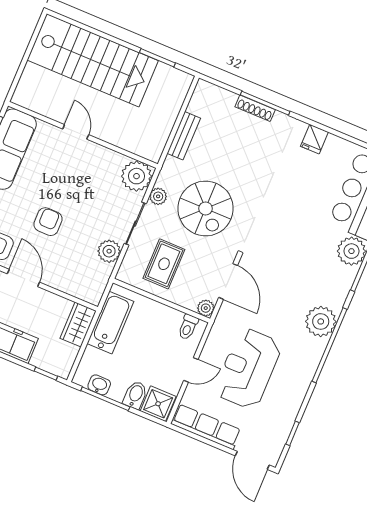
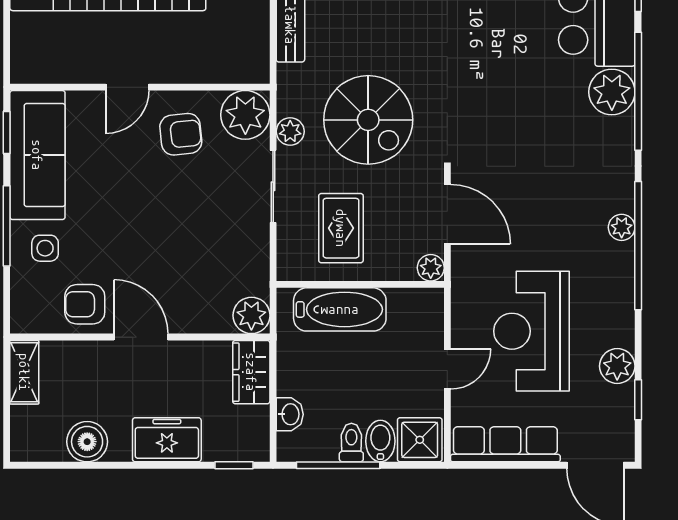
door: (76, 132) -> (127, 87), swing flipped
armchair: (48, 222) -> (181, 134), moved, turned 84
plant: (109, 251) -> (251, 315), moved
plant: (321, 321) -> (622, 227), width x0.53, depth x0.53
bathtub: (110, 323) -> (340, 309), moved, turned 90
toilet: (188, 327) -> (351, 443), moved, turned 180
washbasin: (99, 385) -> (290, 414), moved, turned 90
plant: (289, 409) -> (617, 366), added

